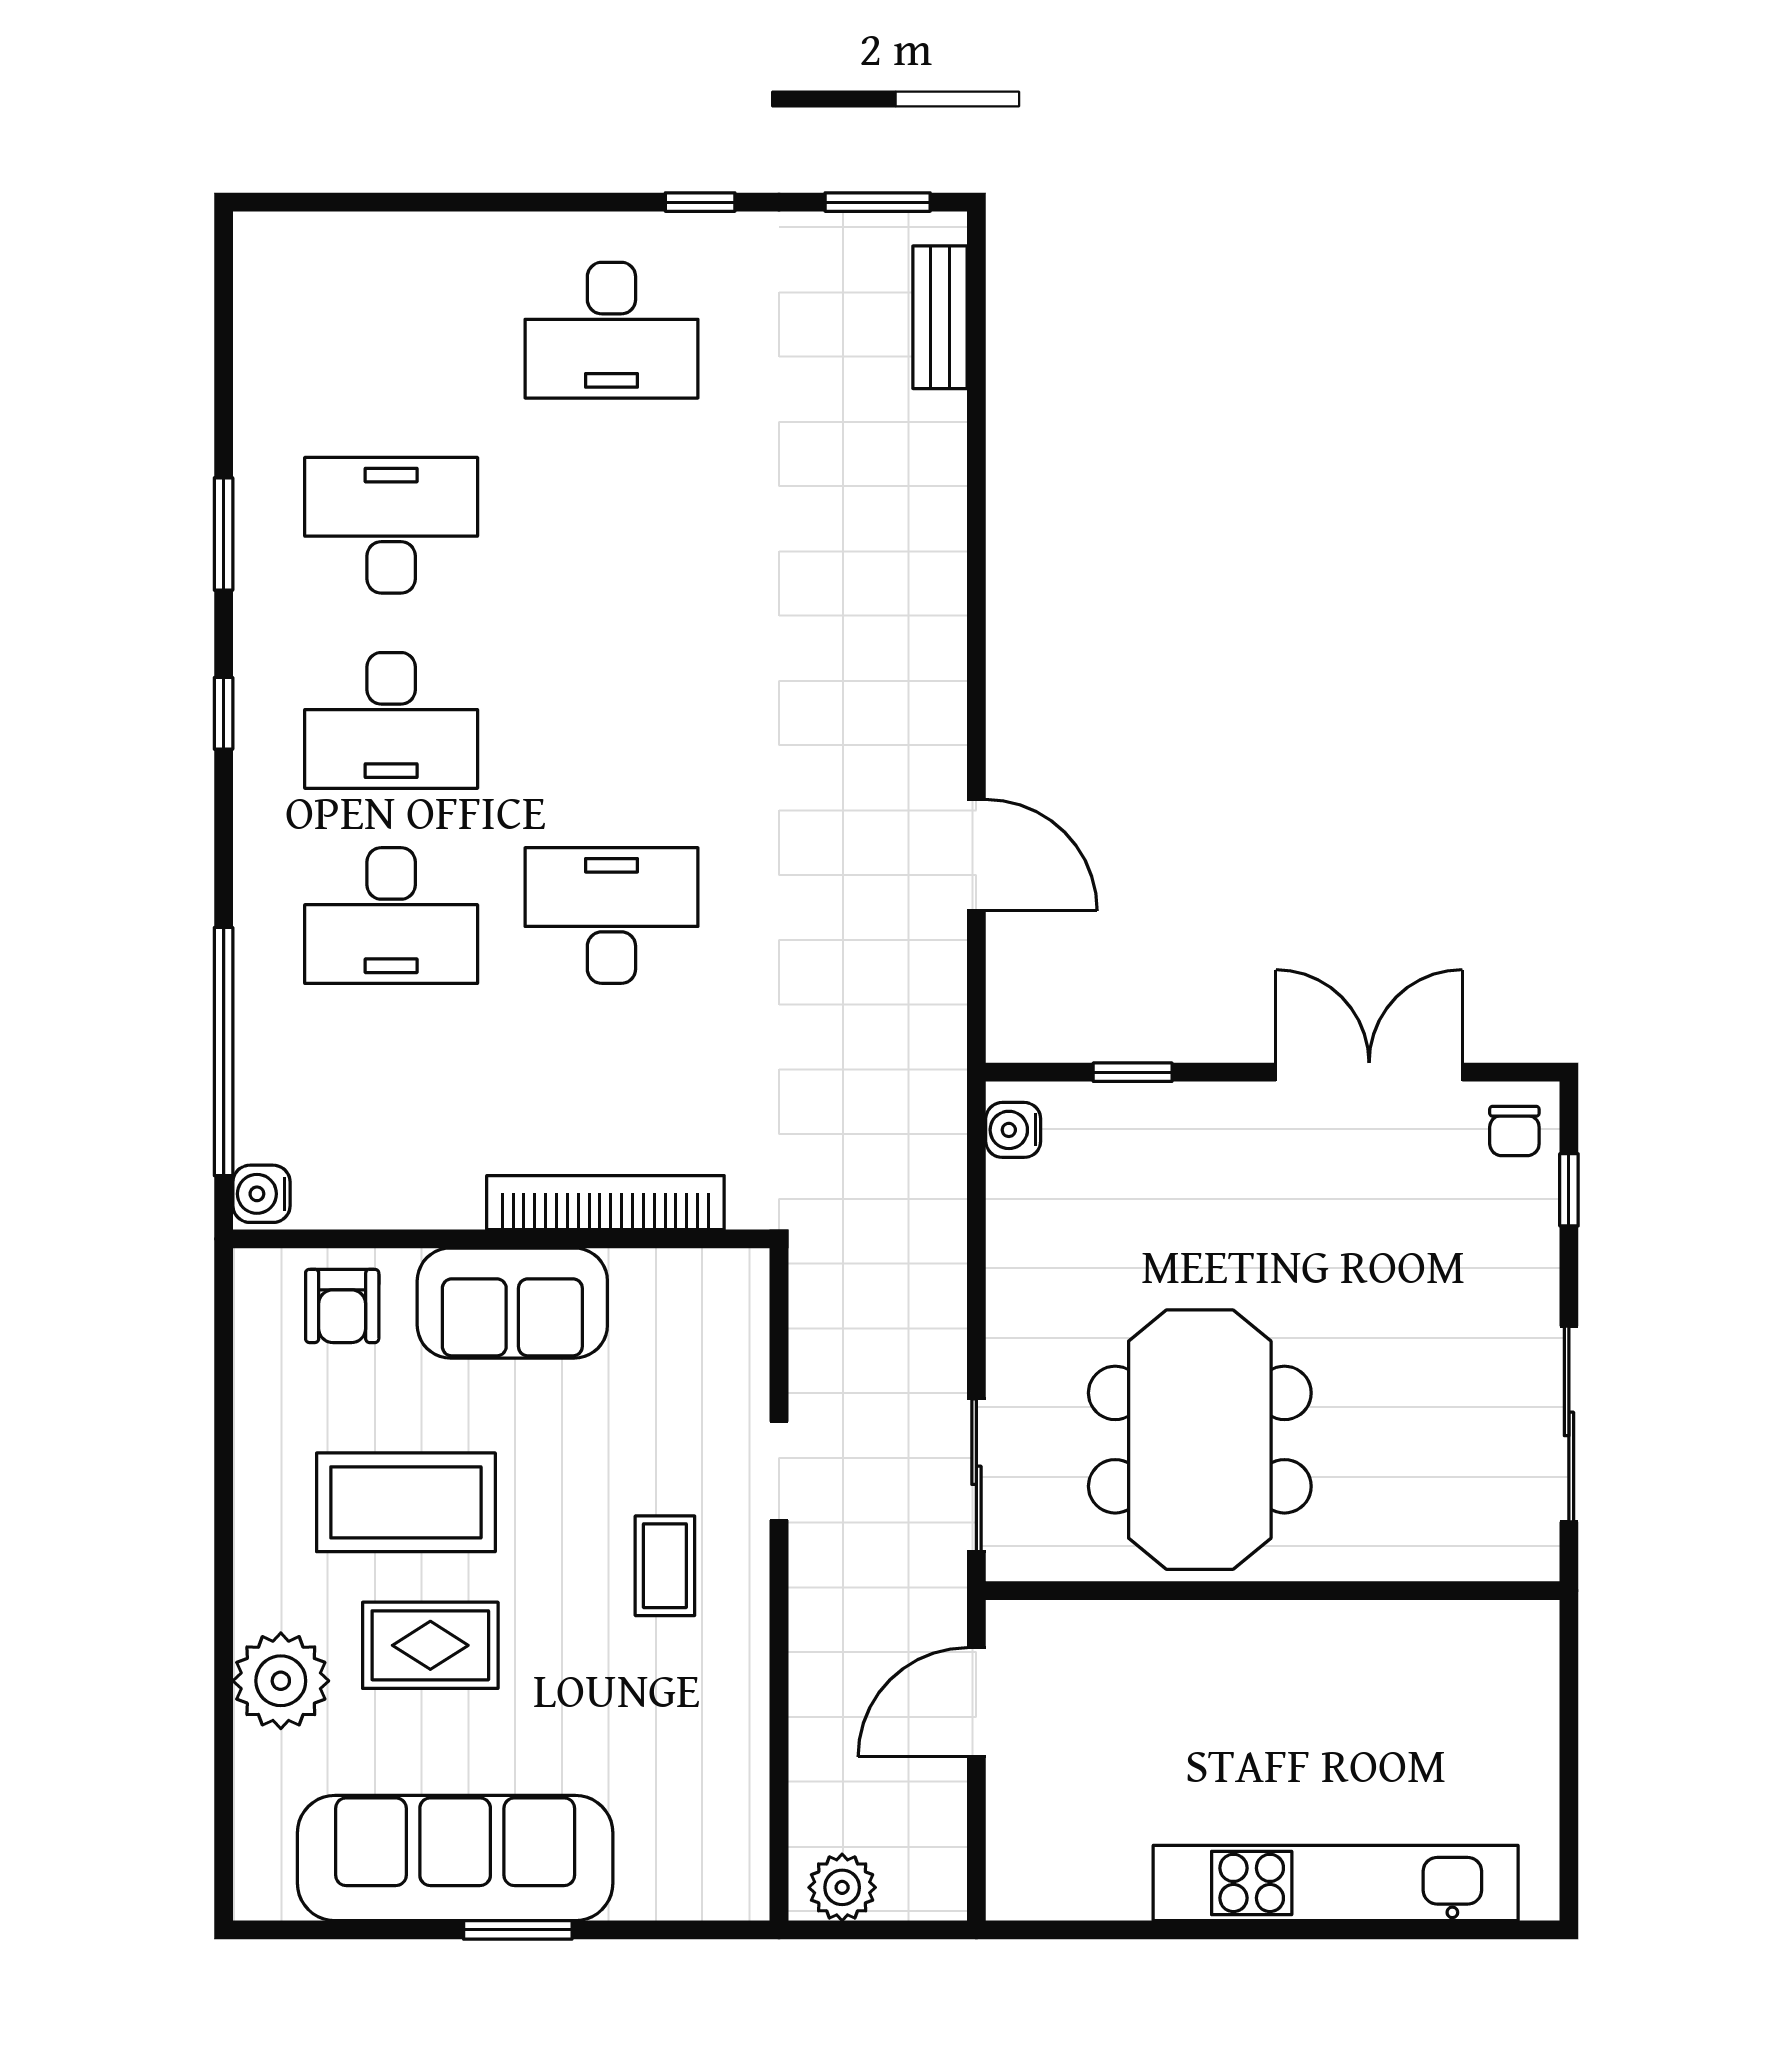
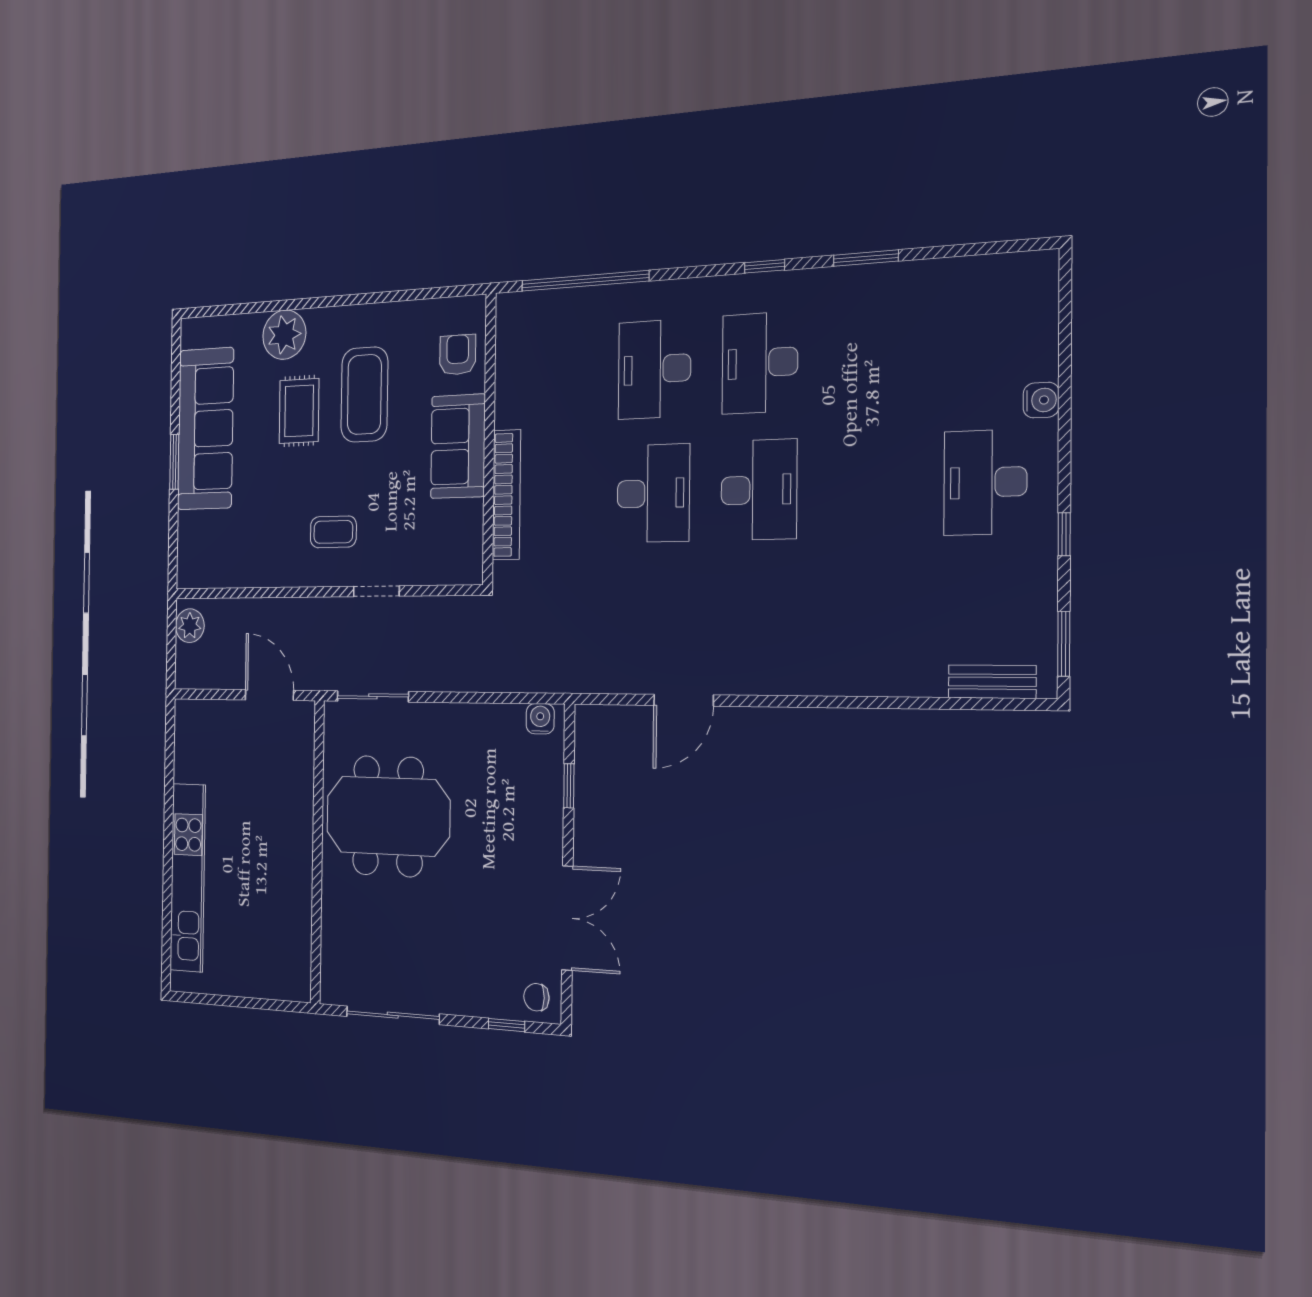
desk: (391, 525) -> (759, 490), moved
water cooler: (262, 1194) -> (1041, 400), moved, turned 90
armchair: (342, 1306) -> (458, 355), turned 90

